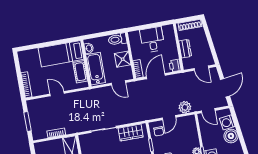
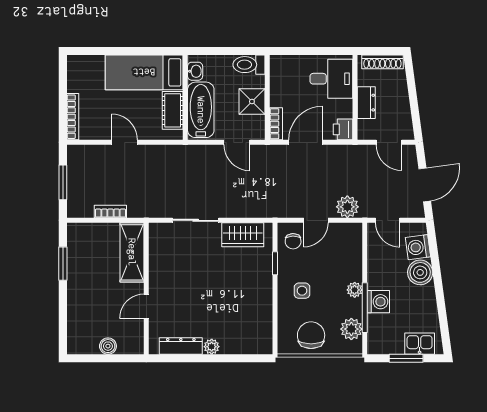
desk: (152, 40) -> (331, 79), moved, turned 90

